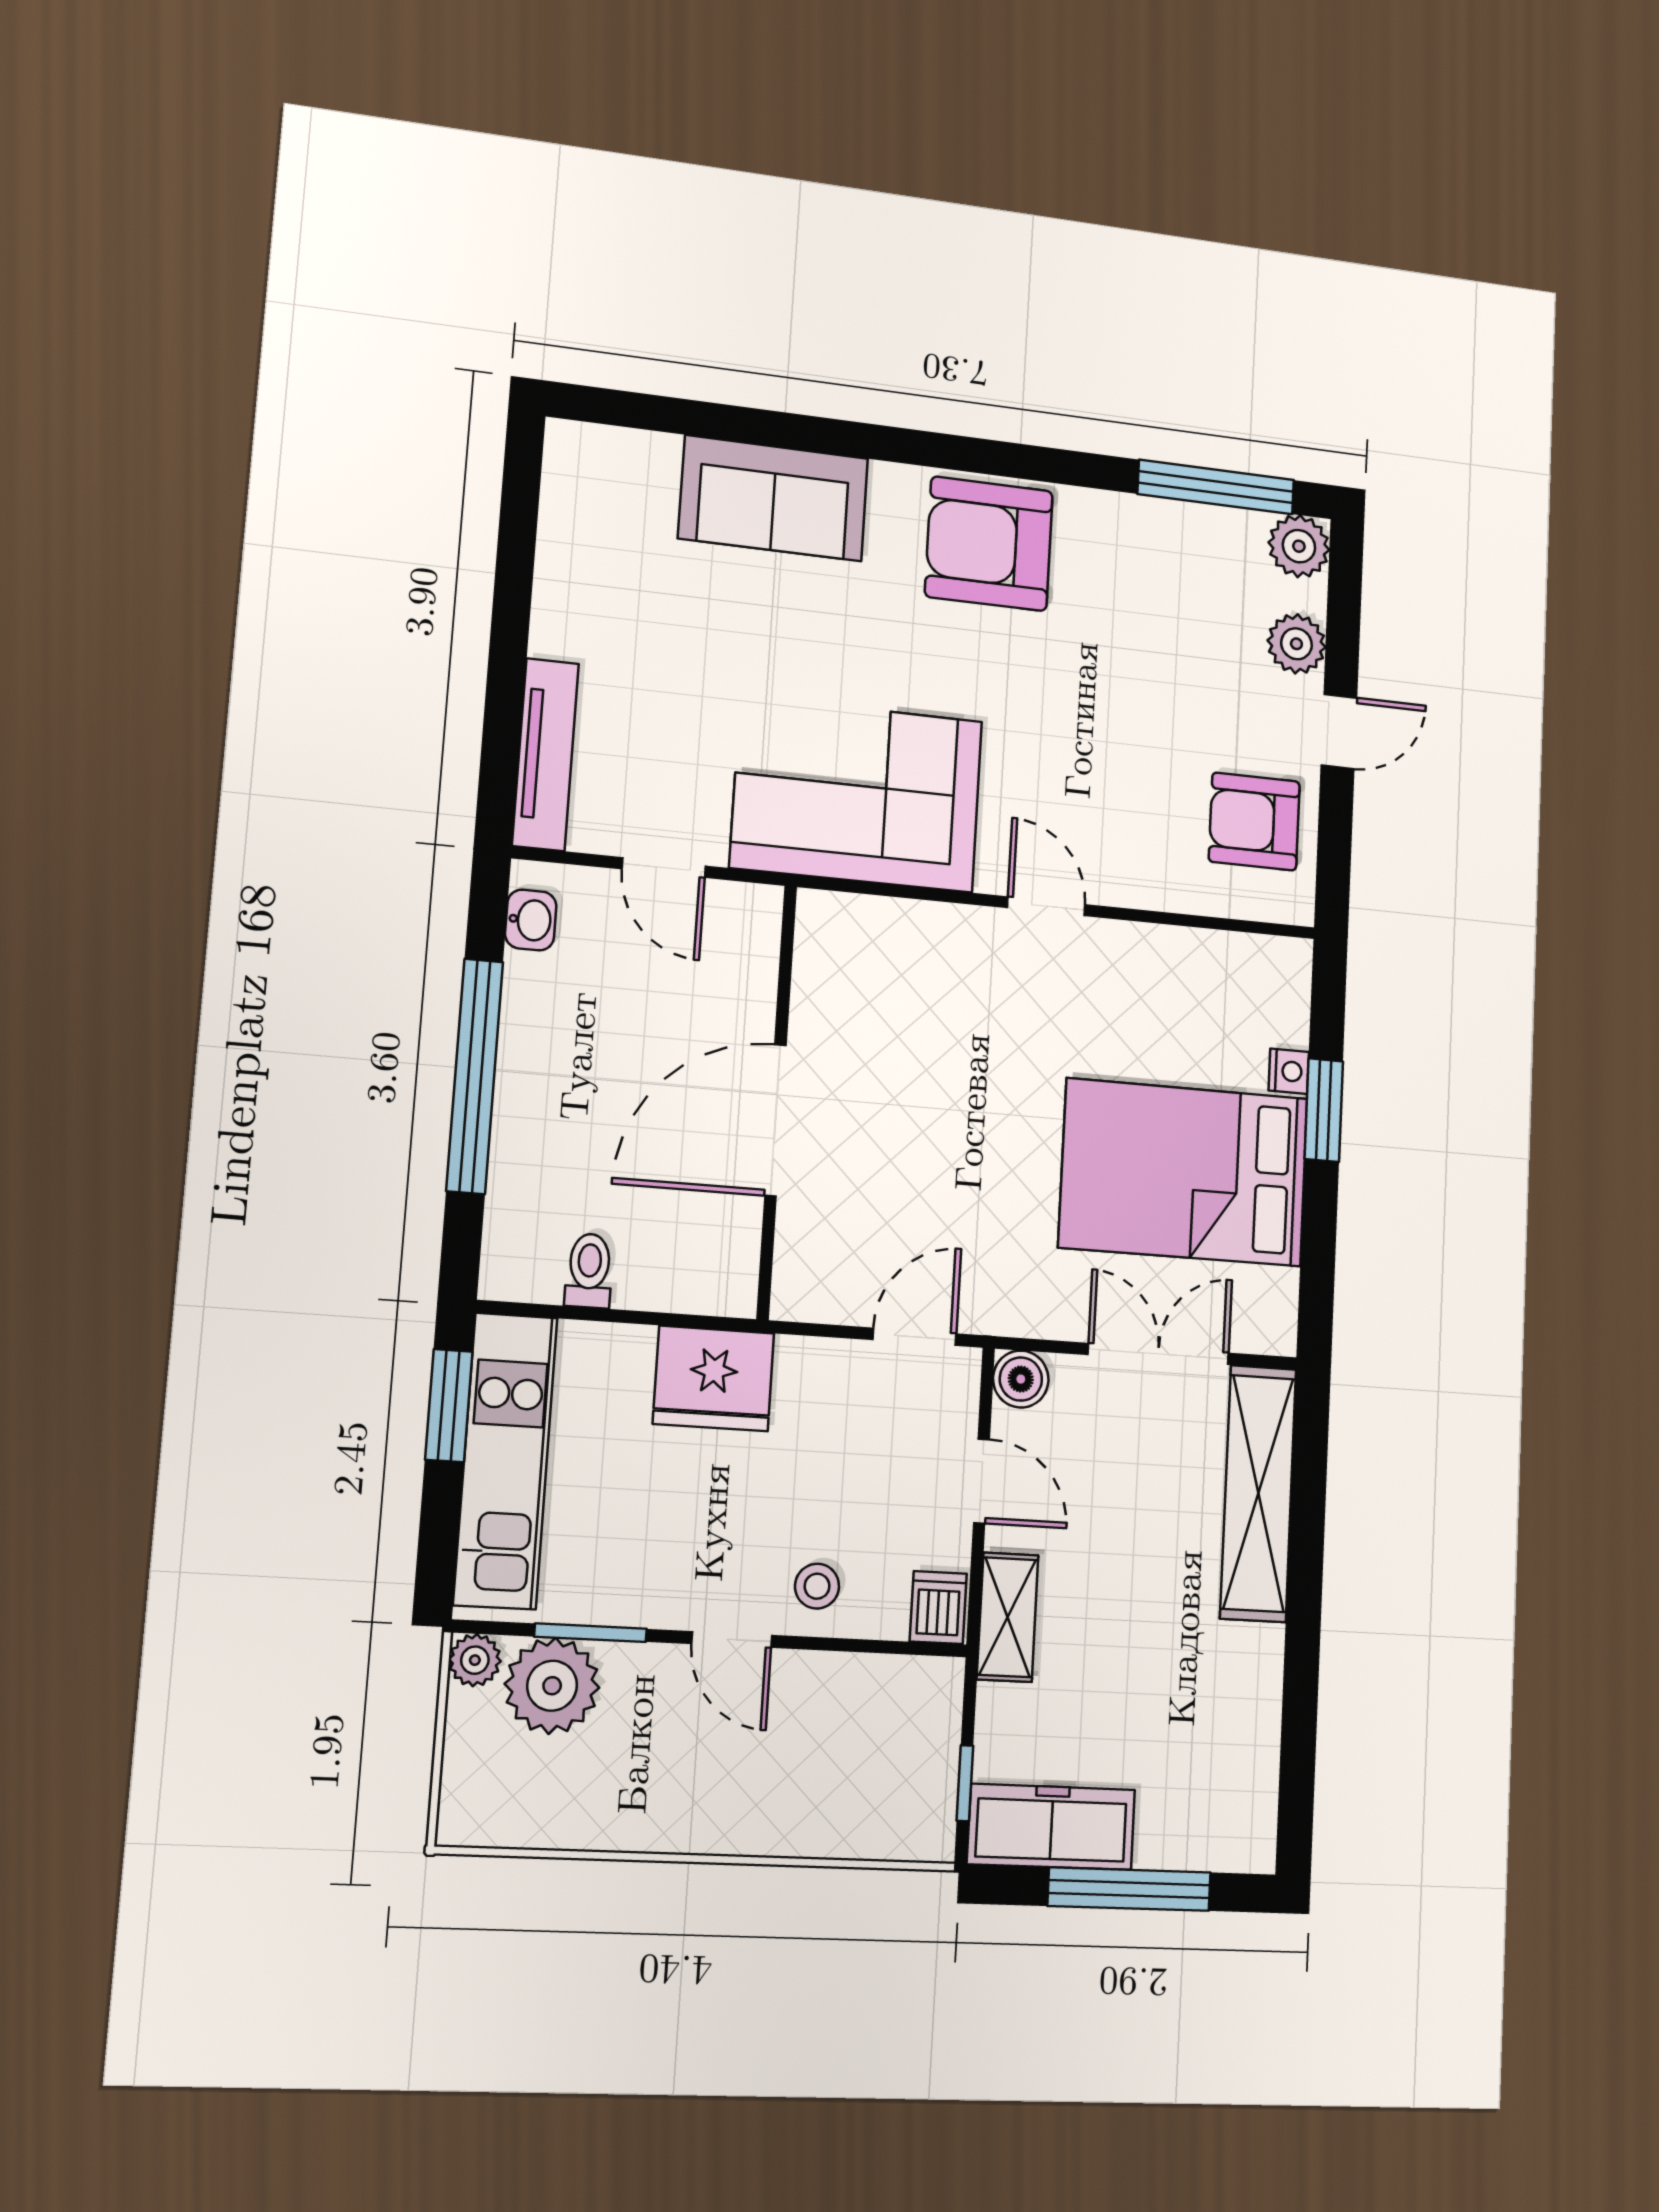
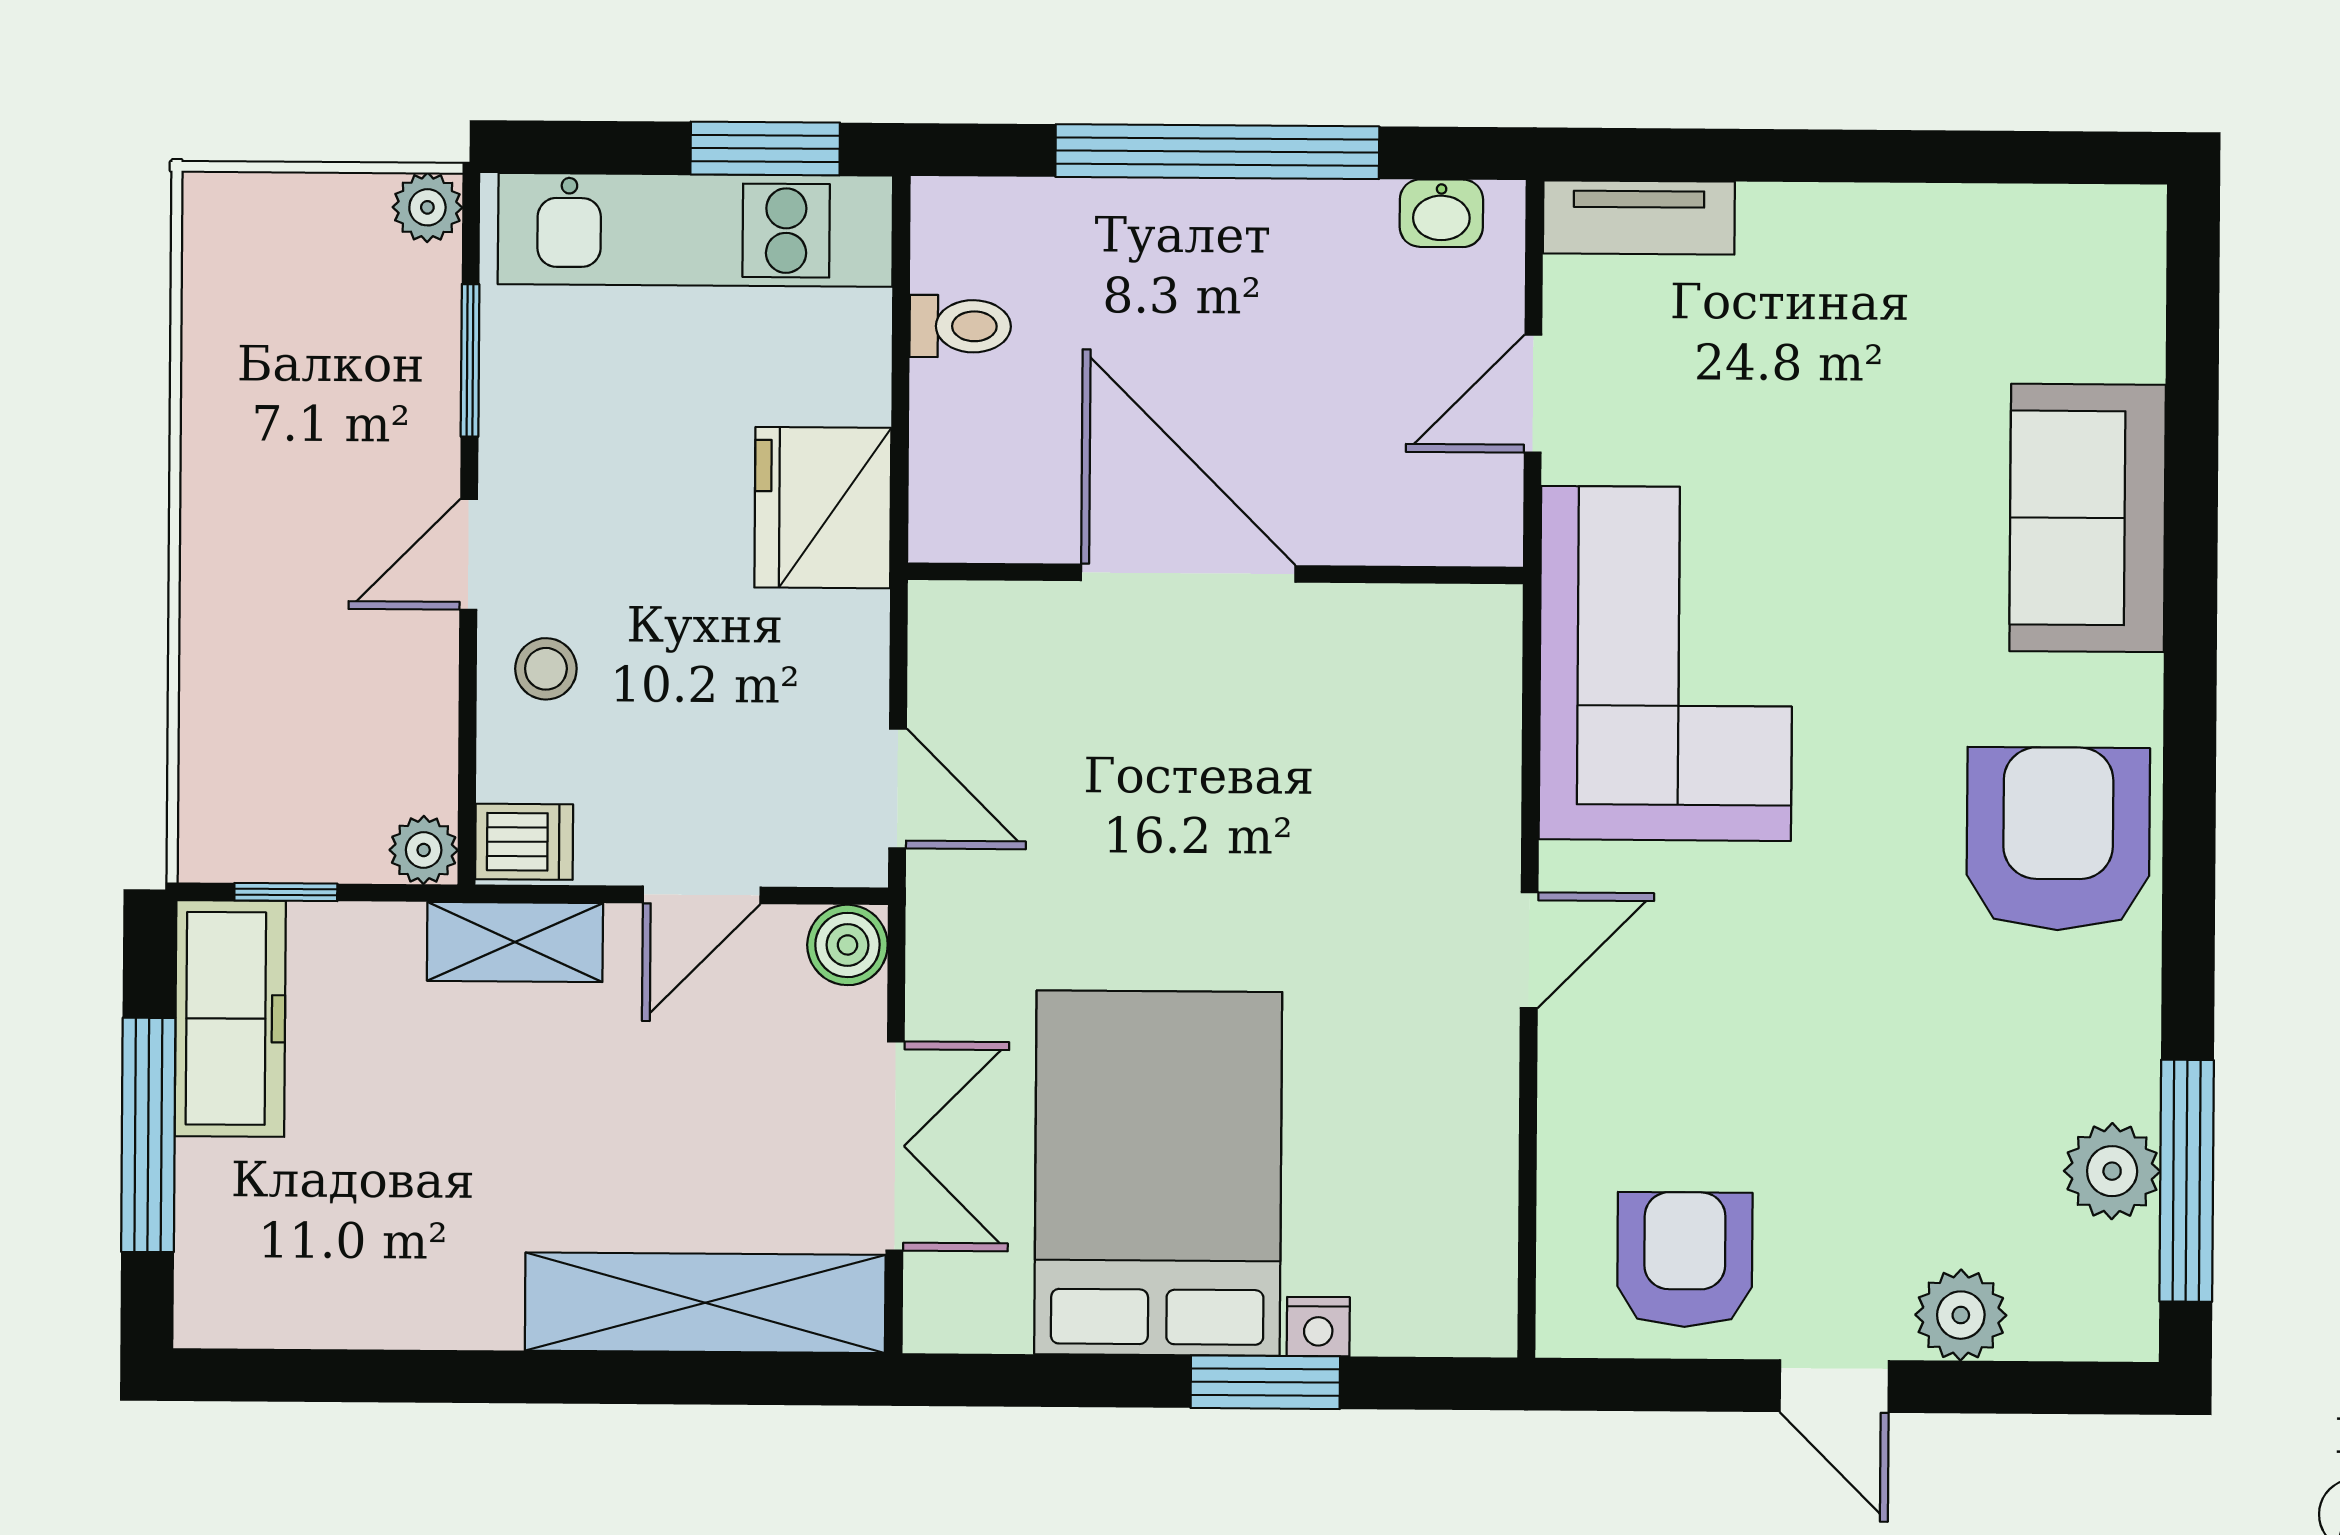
plant: (1299, 546) -> (2112, 1171), moved
tv unit: (545, 754) -> (1639, 217), width x0.71
plant: (552, 1686) -> (424, 850), moved, width x0.53, depth x0.53

